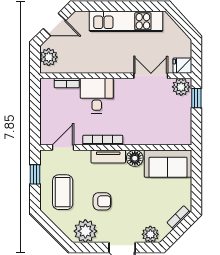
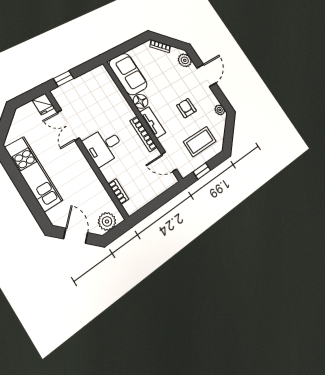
plant: (181, 87) -> (62, 96), removed
desk: (97, 96) -> (104, 146), moved
plant: (85, 231) -> (220, 110), width x0.53, depth x0.53

